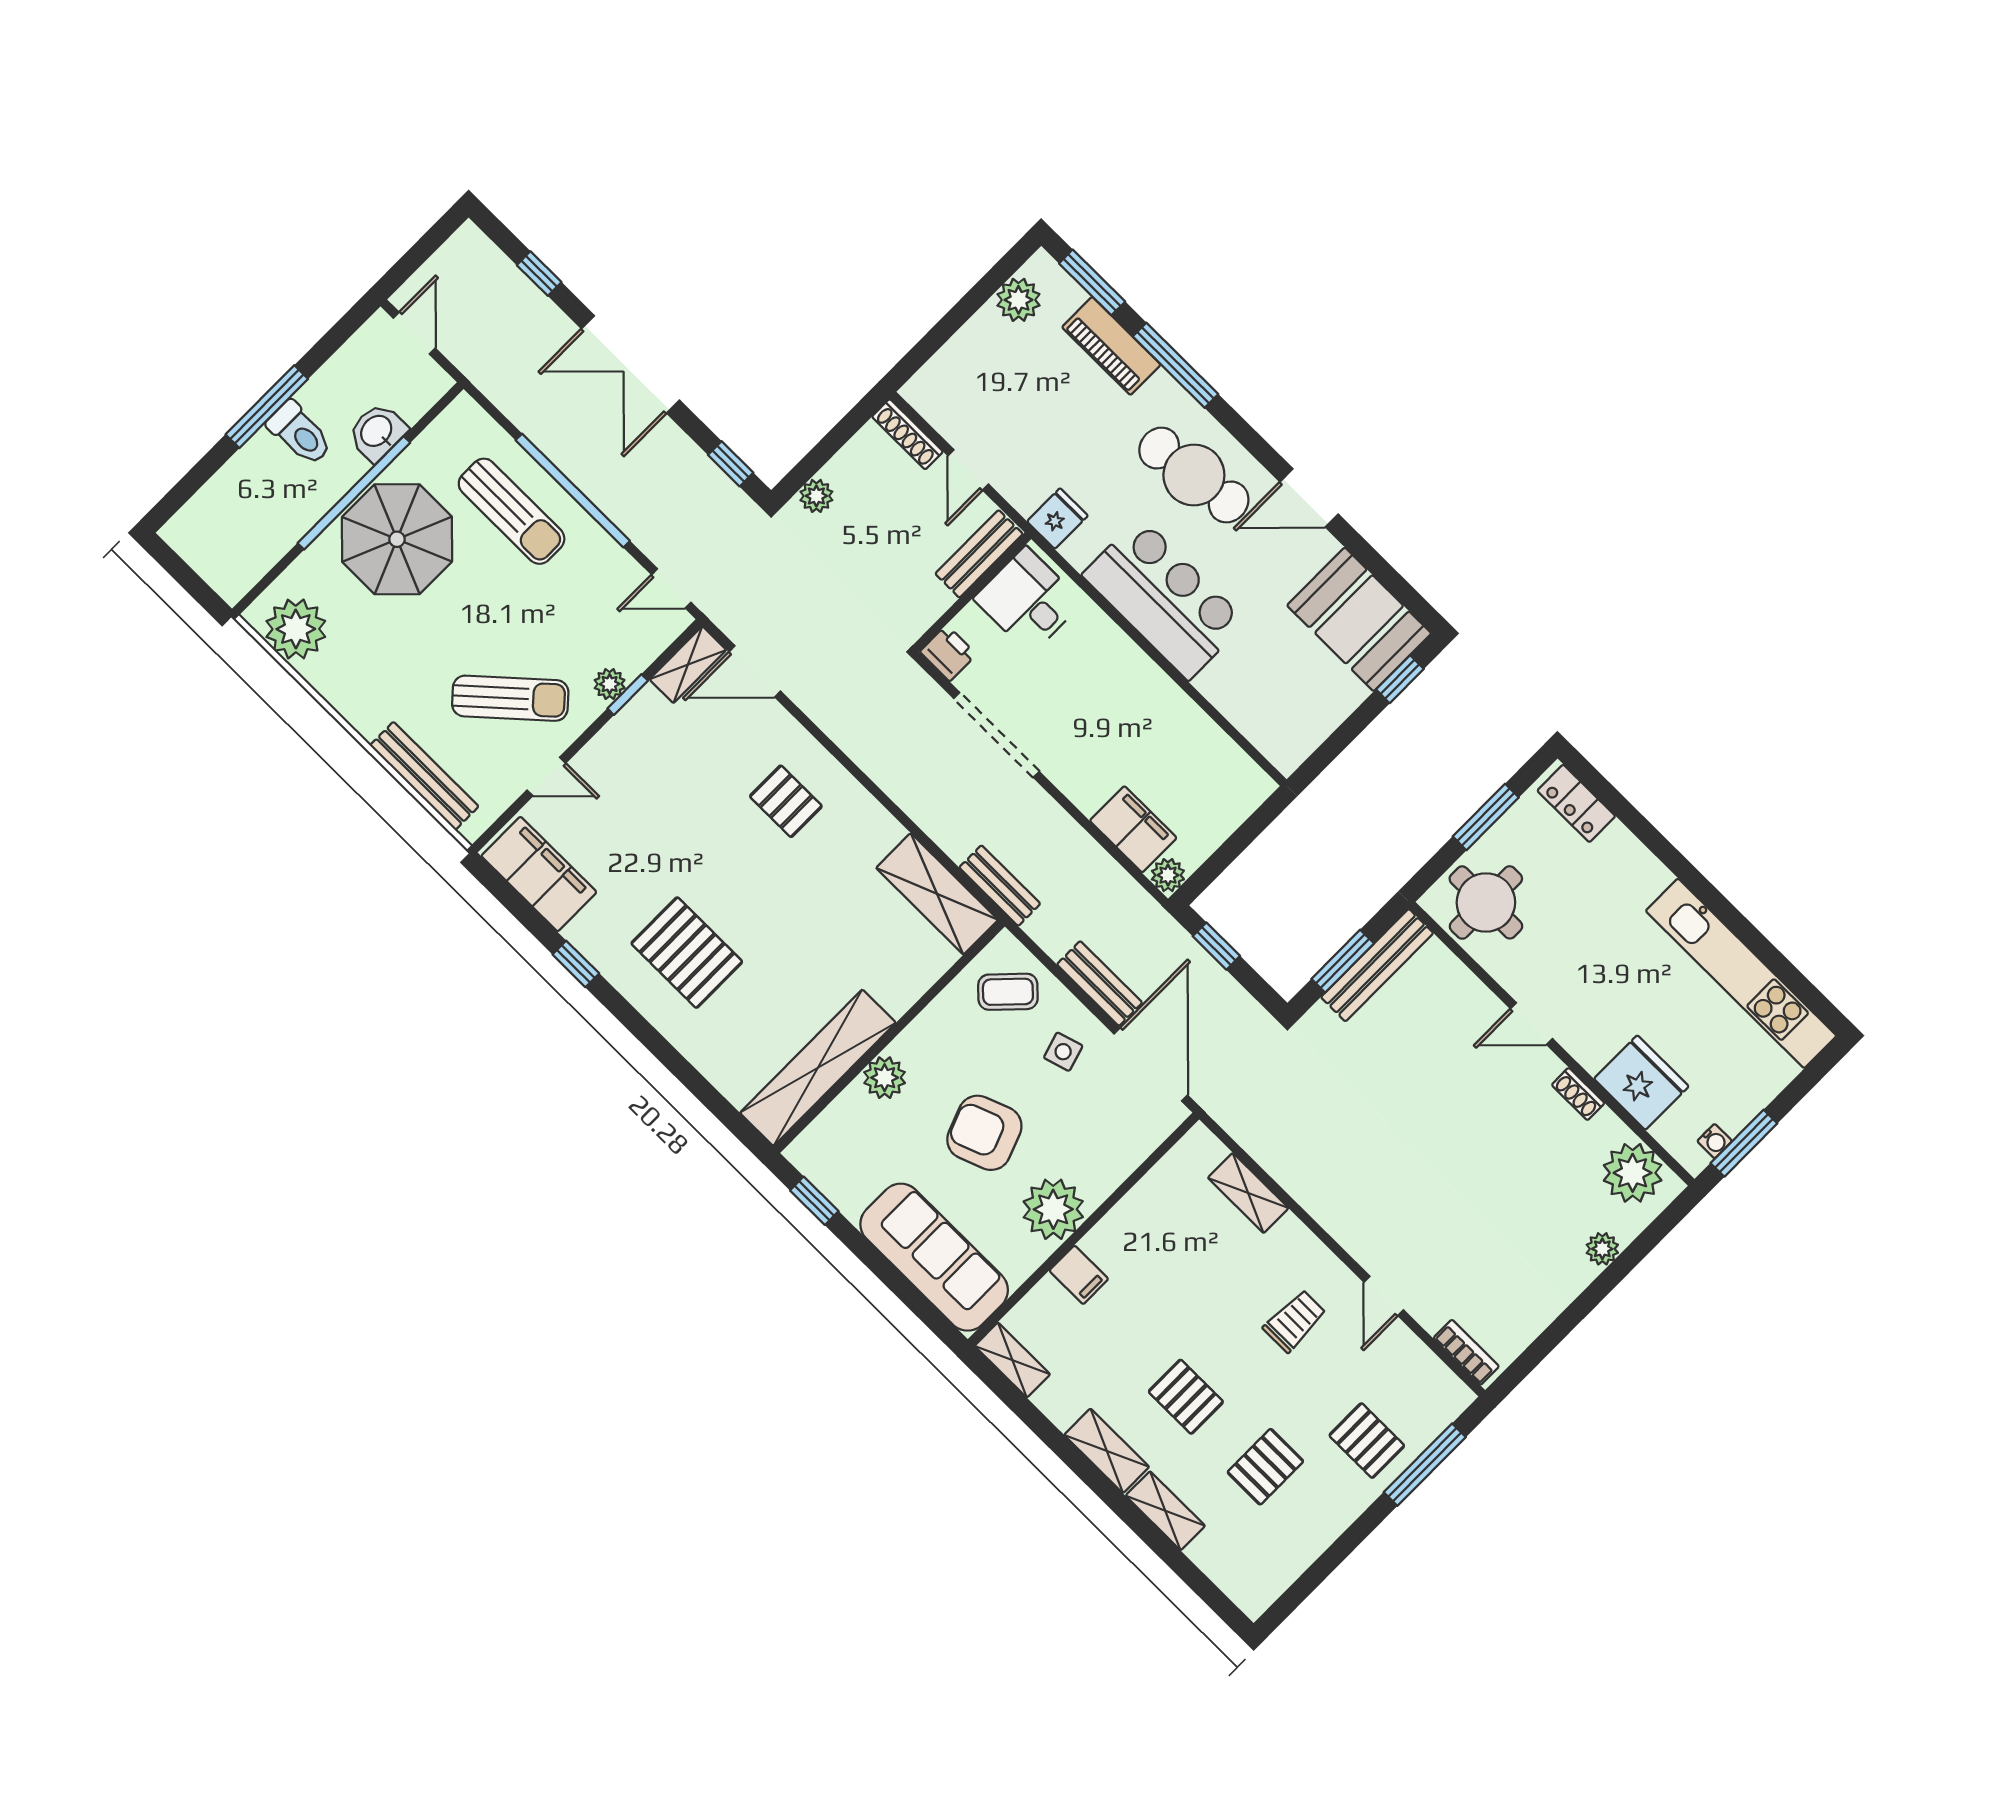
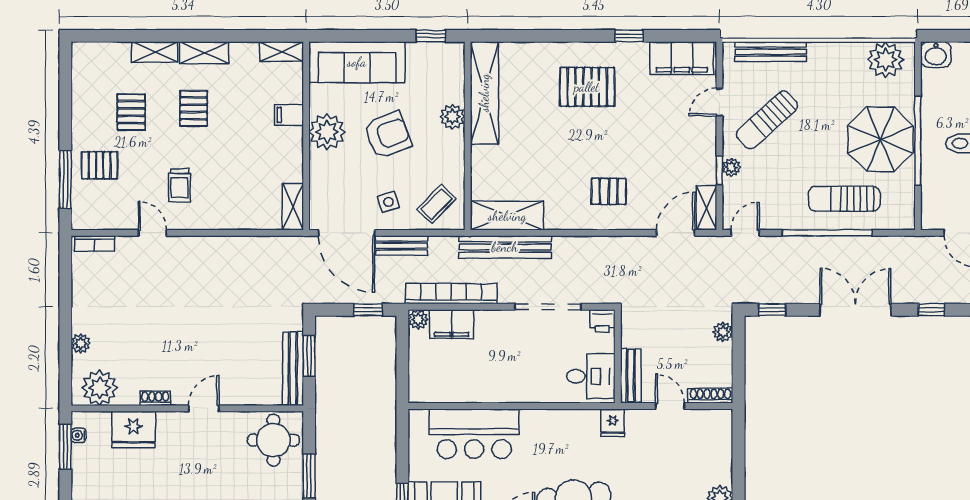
washbasin: (377, 432) -> (936, 55), moved, turned 90
bar counter: (1164, 598) -> (474, 434), moved
bookcase: (1097, 866) -> (451, 294), added
bench: (1000, 886) -> (505, 247), width x1.86, depth x1.21
shelving: (1248, 1193) -> (293, 207), moved, turned 90
pallet: (1186, 1397) -> (194, 108), turned 90

